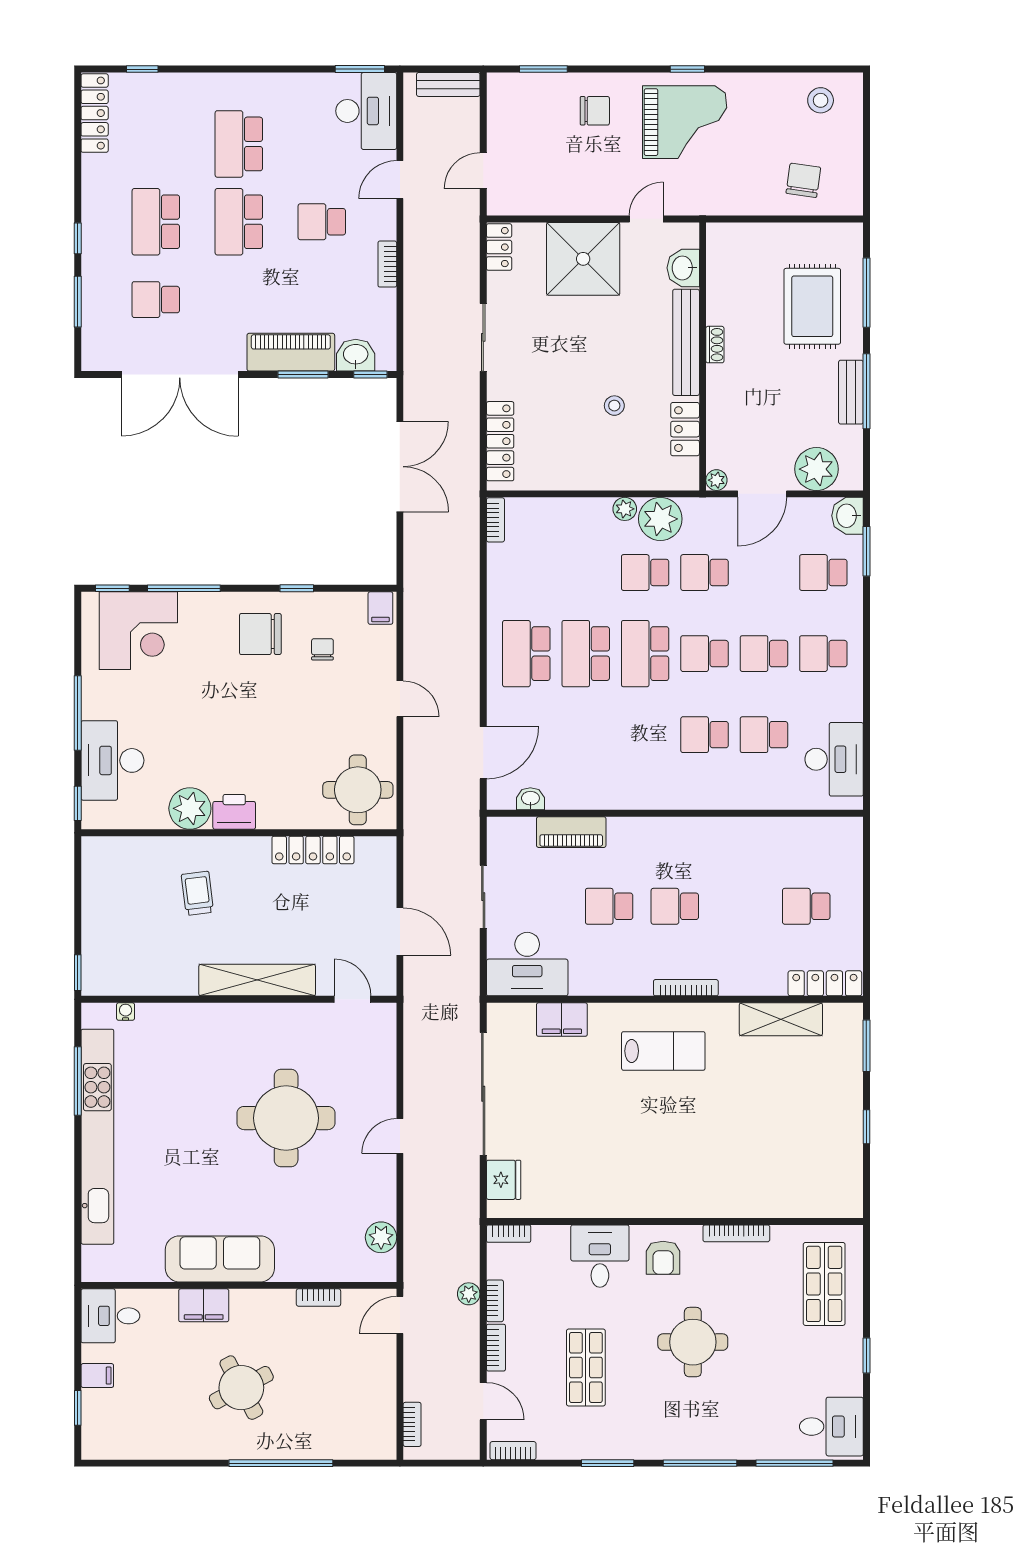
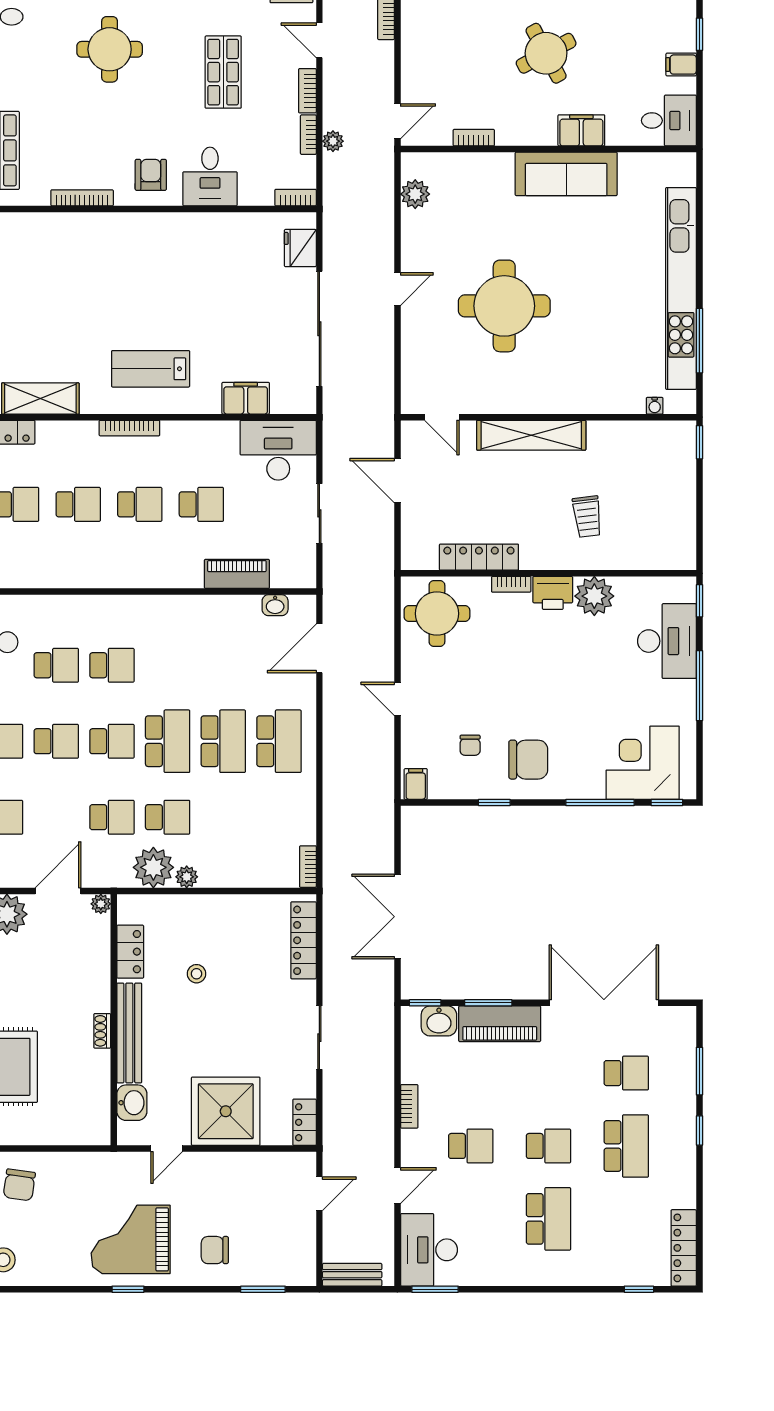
school desk: (239, 222) -> (548, 1146), width x0.54
bookcase: (279, 821) -> (511, 584), added
school desk: (741, 906) -> (78, 504), added
round table: (693, 1342) -> (110, 49), moved

